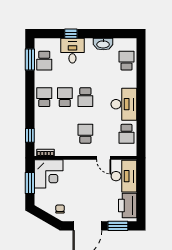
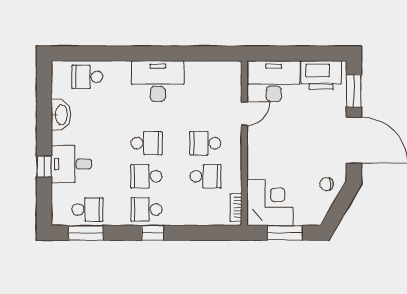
school desk: (127, 134) -> (205, 176), moved
window: (30, 135) -> (153, 233), moved

